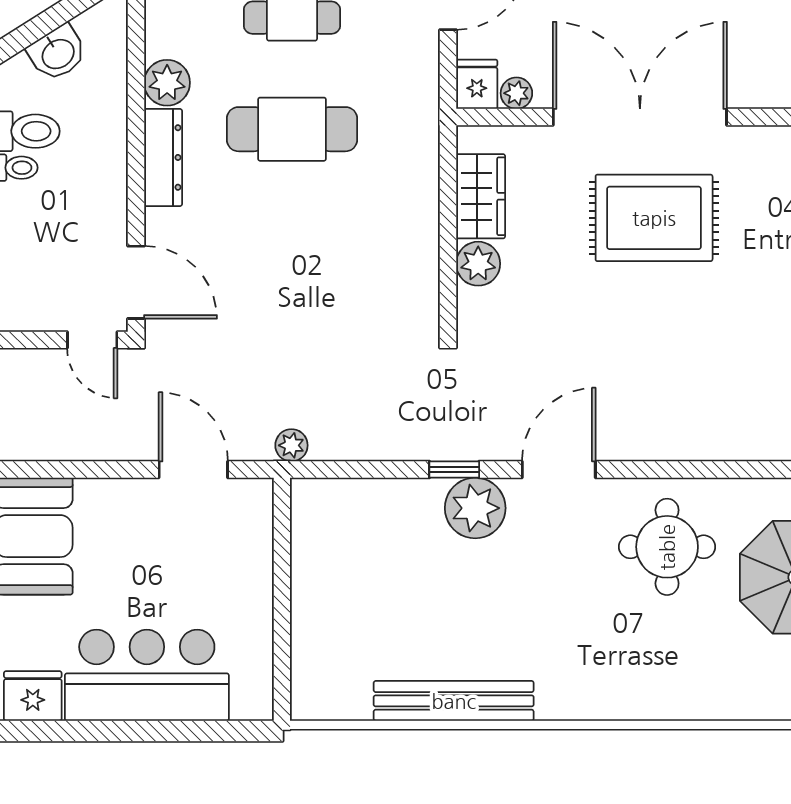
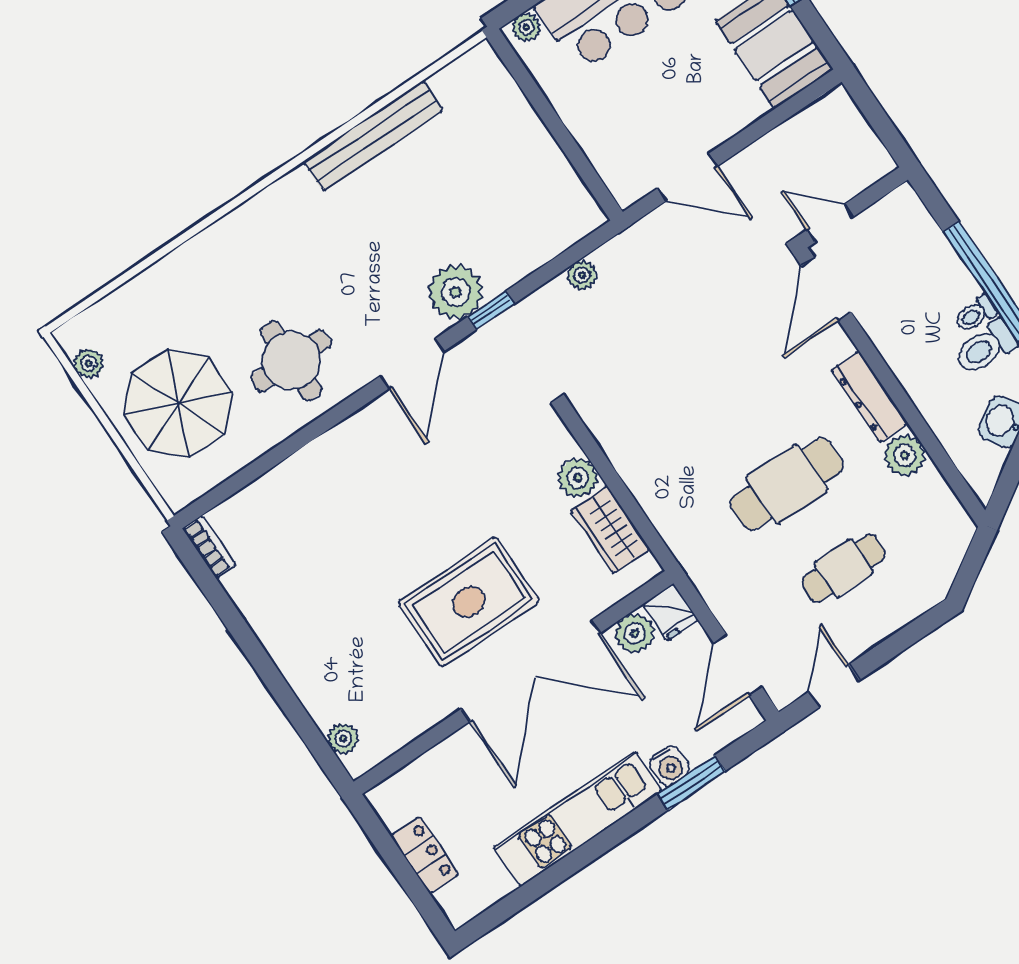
plant: (516, 93) -> (635, 633), width x1.38, depth x1.38
door: (136, 282) -> (826, 289), hinge flipped
plant: (291, 445) -> (582, 275), moved
plant: (248, 705) -> (526, 27), added

